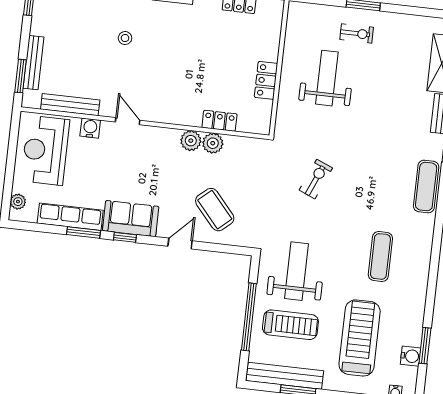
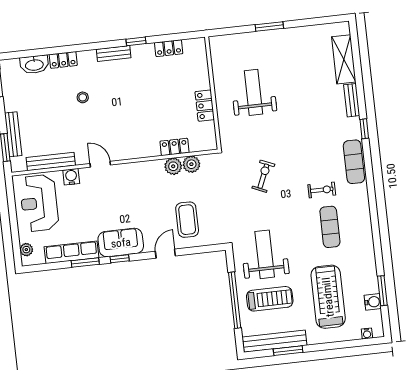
exercise bike: (357, 33) -> (322, 190), moved
plant: (191, 141) -> (191, 164), moved
coffee table: (215, 210) -> (187, 220), turned 41

